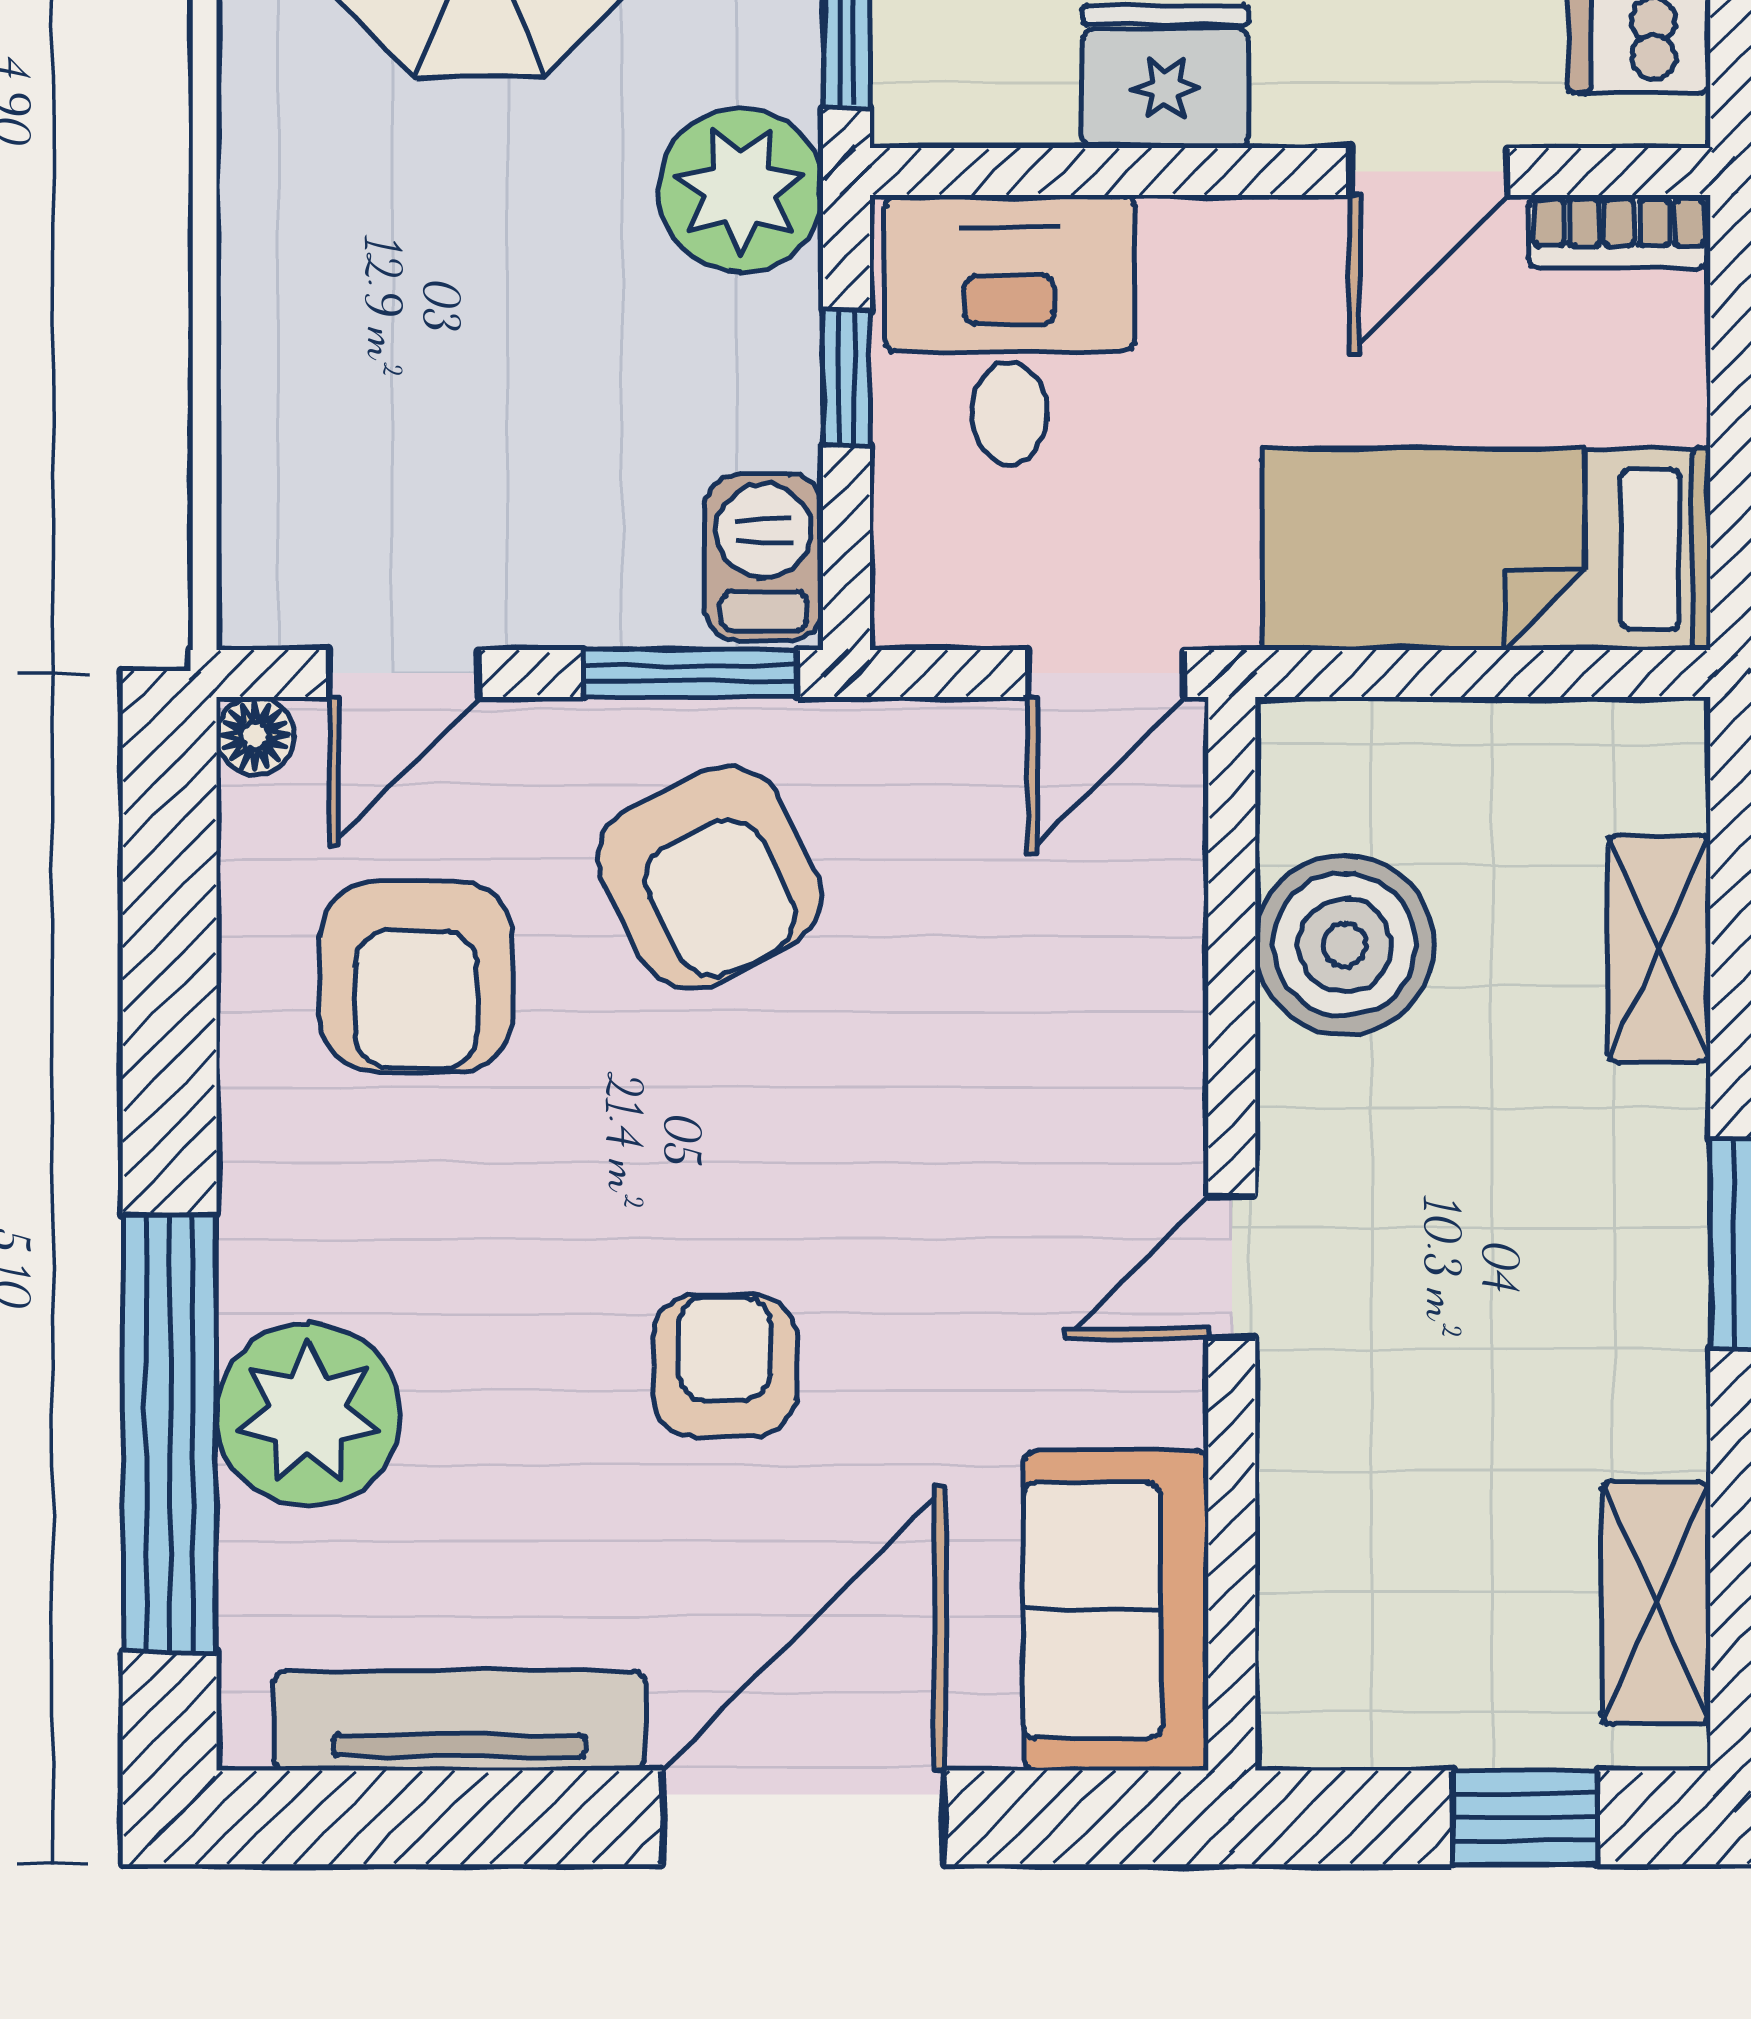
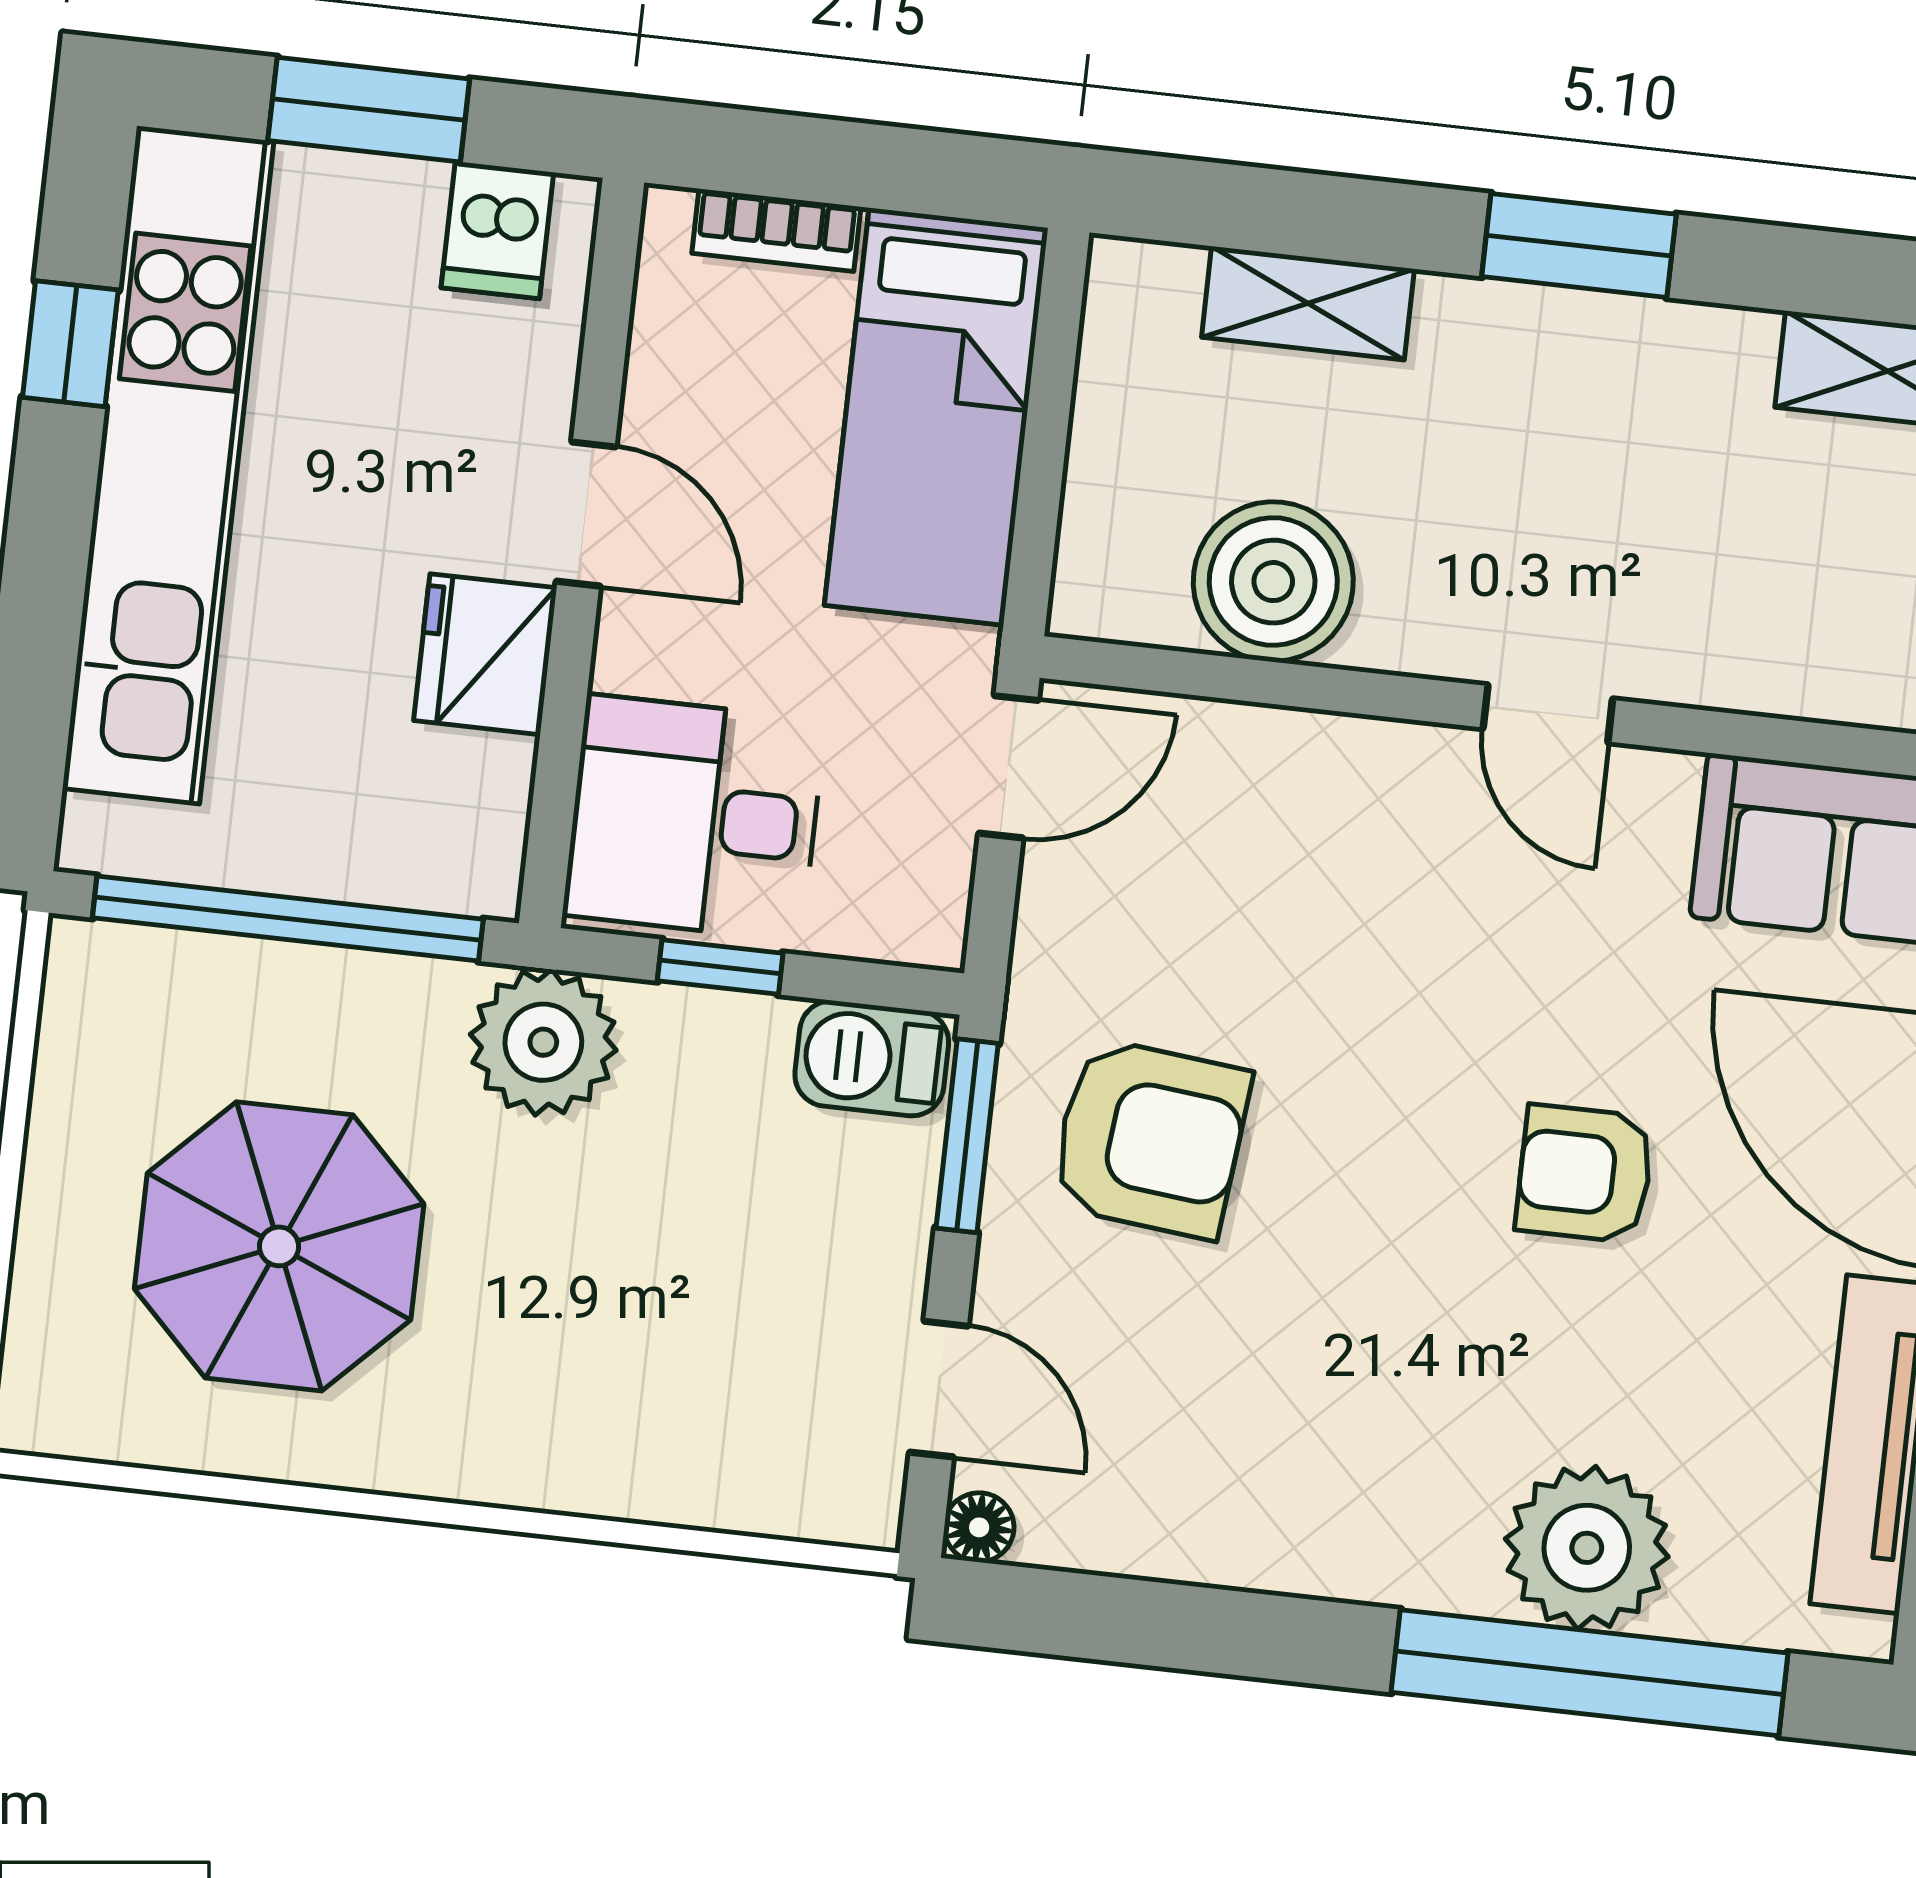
door: (1429, 172) -> (586, 514), moved
bookcase: (1619, 231) -> (776, 230), moved, turned 90
door: (1106, 673) -> (1009, 767), hinge flipped
armchair: (710, 877) -> (1150, 1138), turned 33
armchair: (416, 976) -> (1209, 1408), removed

